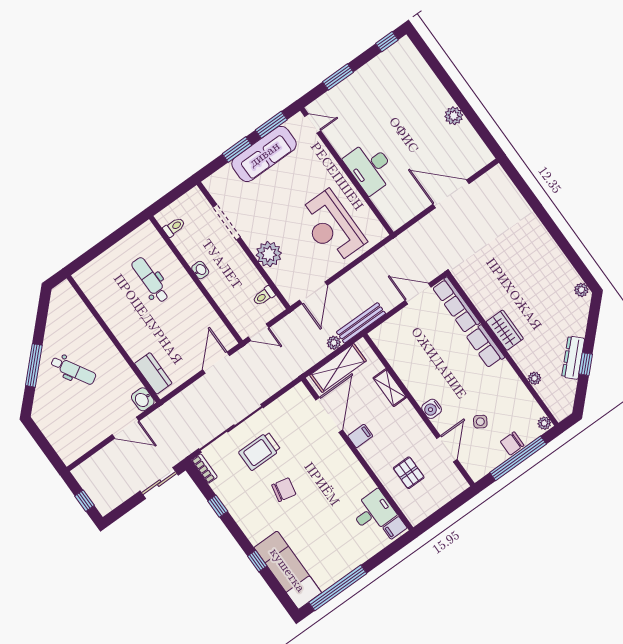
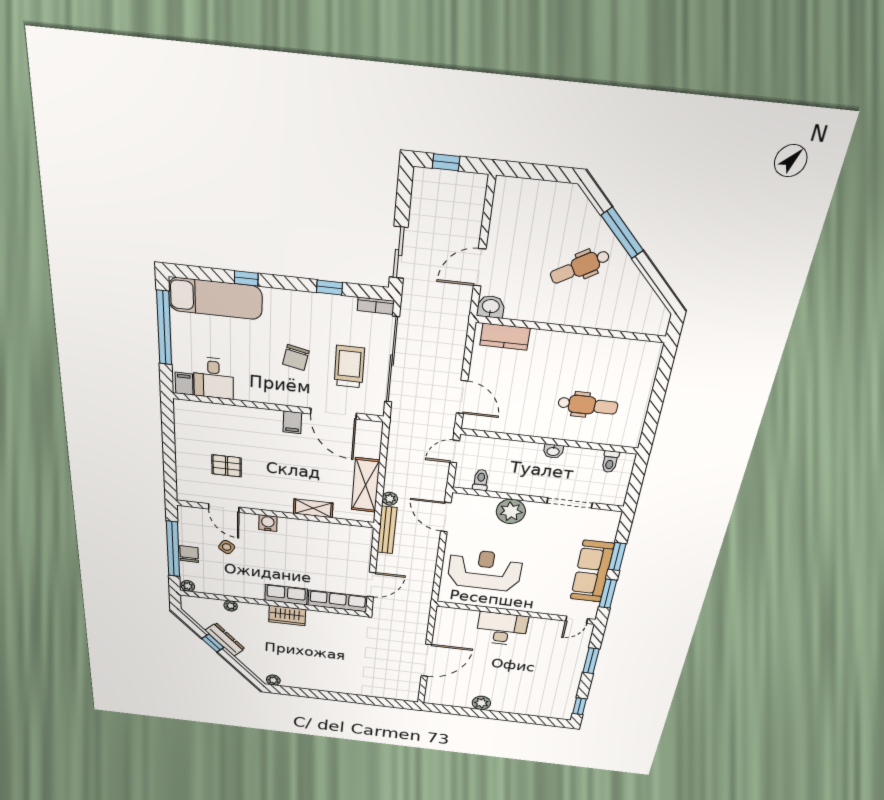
door: (329, 415) -> (333, 414), moved
filing cabinet: (360, 436) -> (292, 422), moved
wall: (357, 454) -> (278, 407), moved
desk: (373, 512) -> (213, 378), moved
filing cabinet: (395, 528) -> (184, 384), moved

